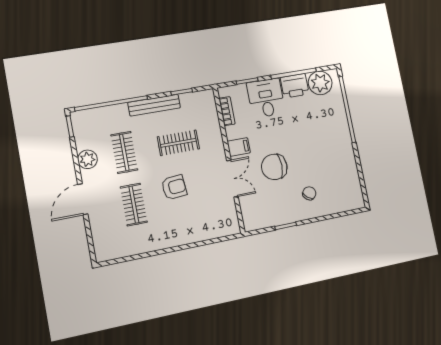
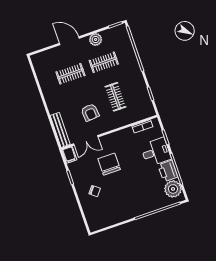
bench: (154, 105) -> (60, 130), moved
filing cabinet: (239, 147) -> (69, 155), moved
double door: (232, 179) -> (86, 140), moved
armchair: (174, 187) -> (90, 112), moved

